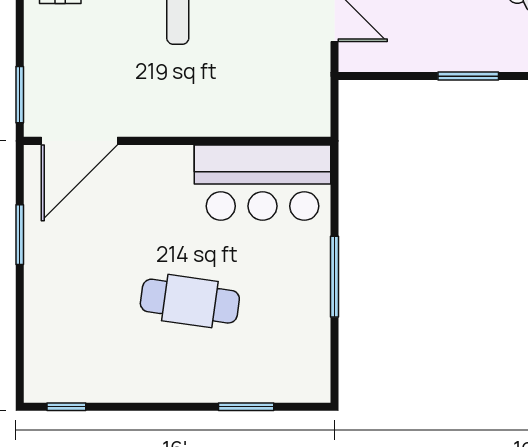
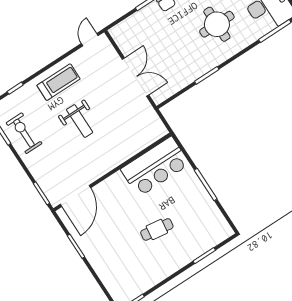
cafe table: (190, 301) -> (157, 229), width x0.73, depth x0.74

